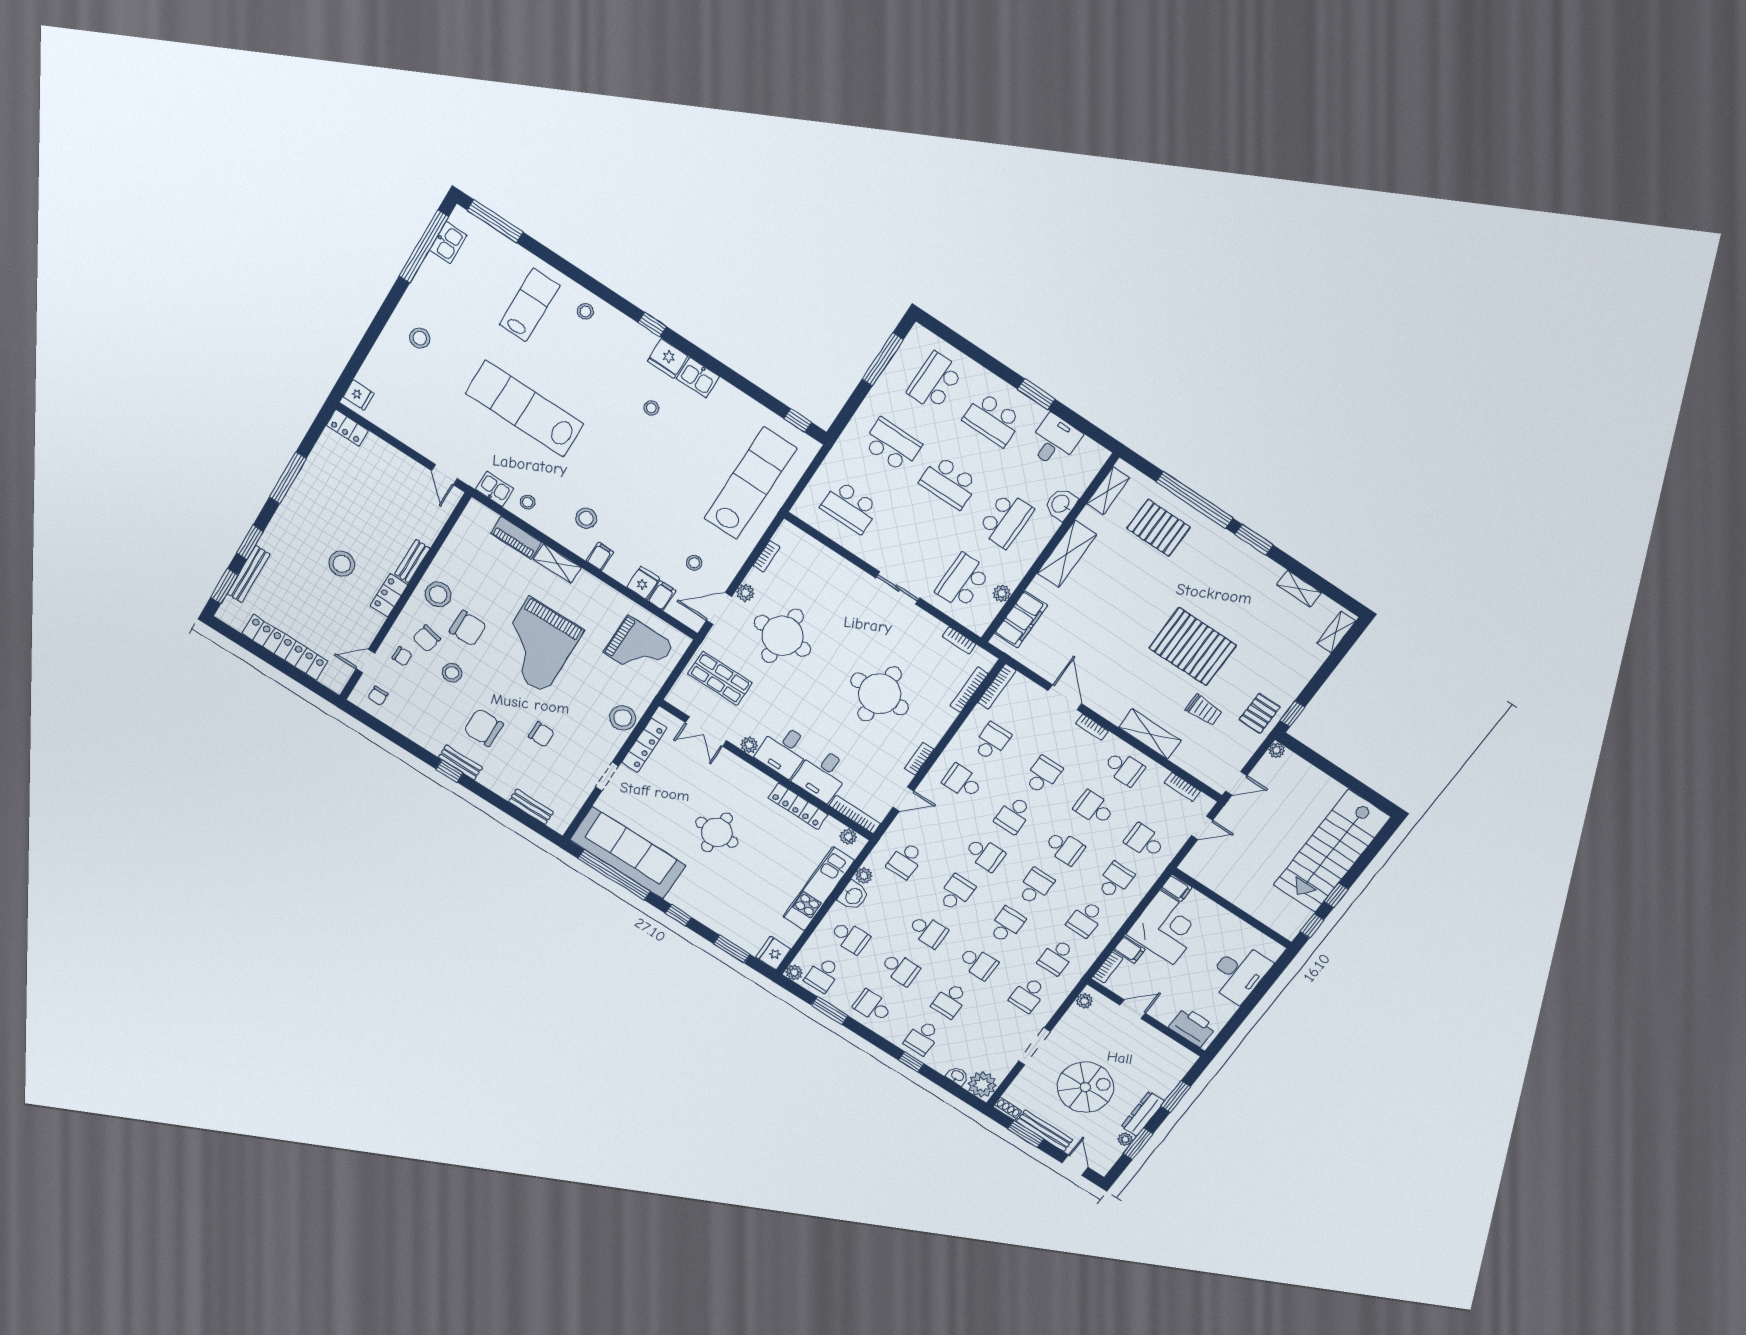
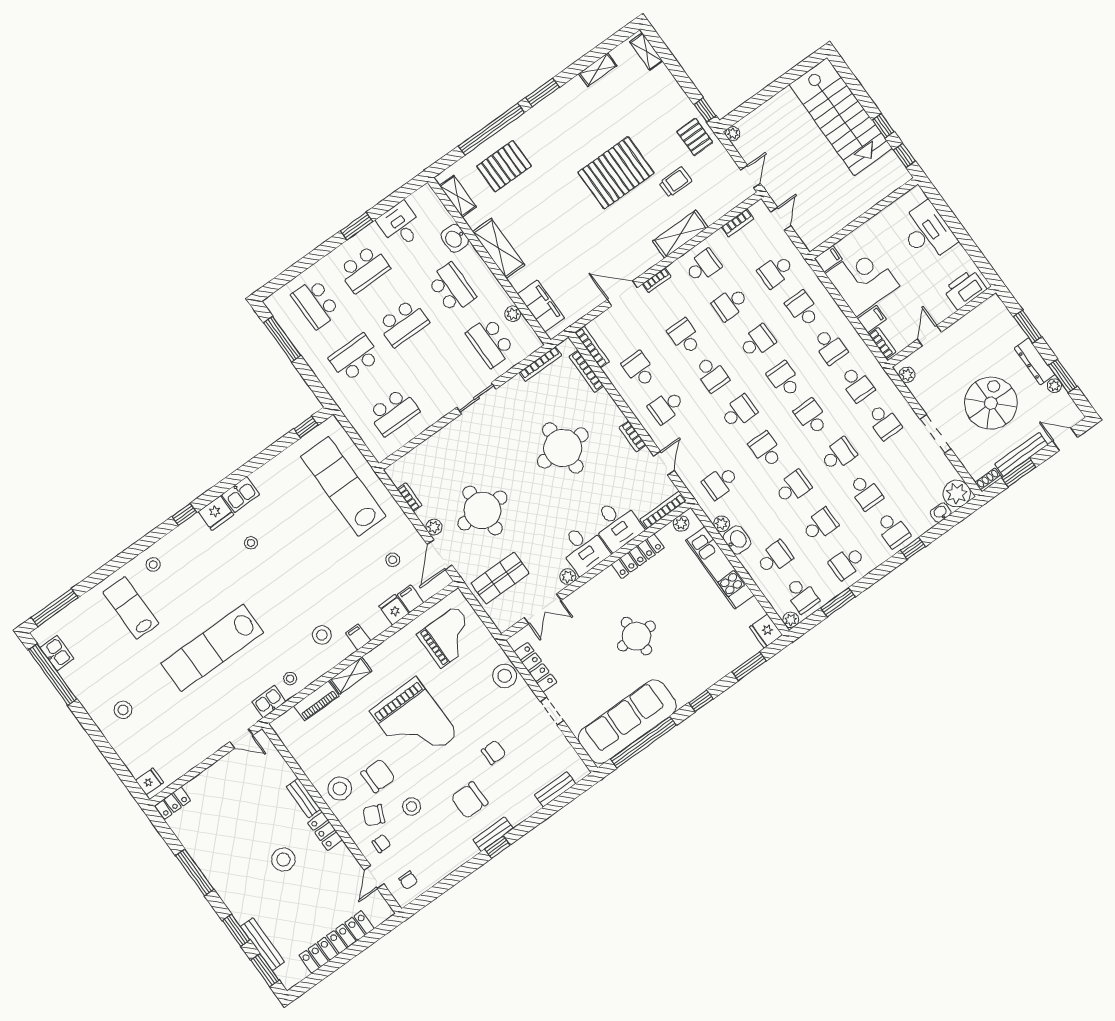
chair: (427, 638) -> (374, 815), turned 102
bookcase: (959, 640) -> (540, 364), width x1.56
school desk: (905, 860) -> (720, 482), turned 90

